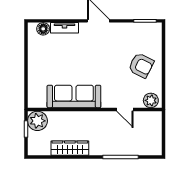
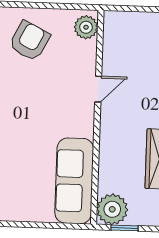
sofa: (74, 96) -> (74, 181), moved
door: (125, 109) -> (98, 89), moved

